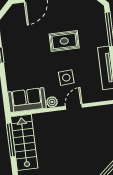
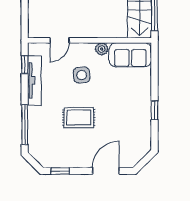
door: (74, 107) -> (60, 40), moved

